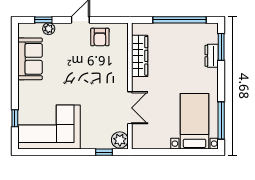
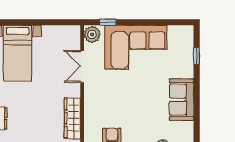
sofa: (30, 59) -> (182, 100), moved
corner sofa: (49, 127) -> (136, 47), moved

